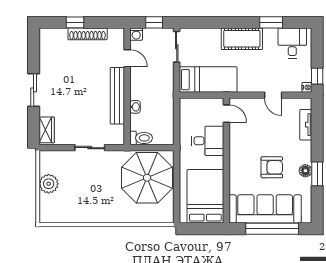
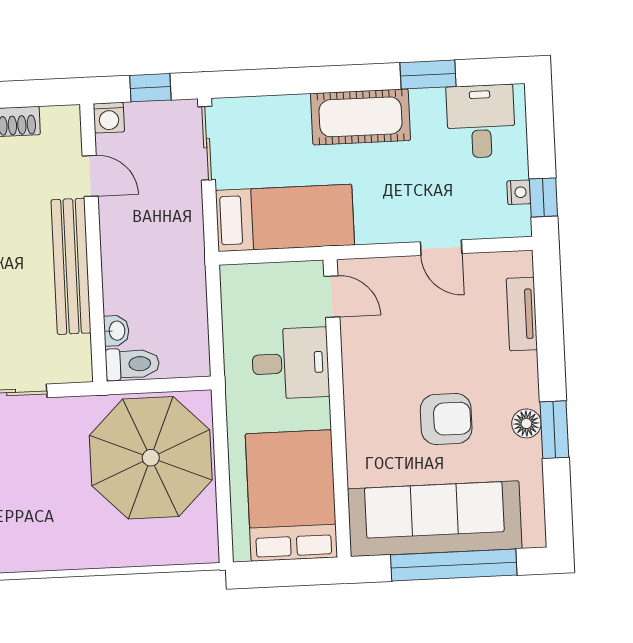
nightstand: (307, 87) -> (519, 192), moved
washbasin: (135, 107) -> (116, 331), moved

